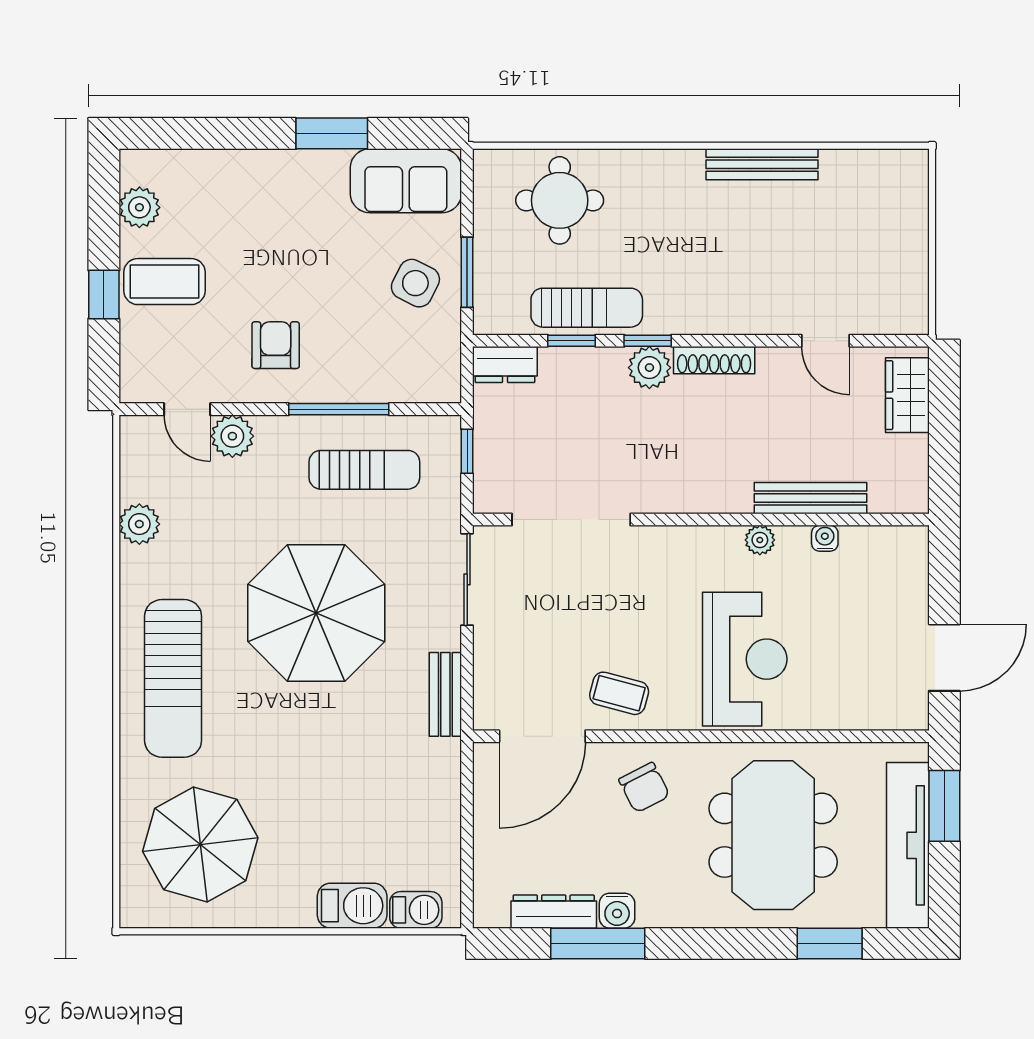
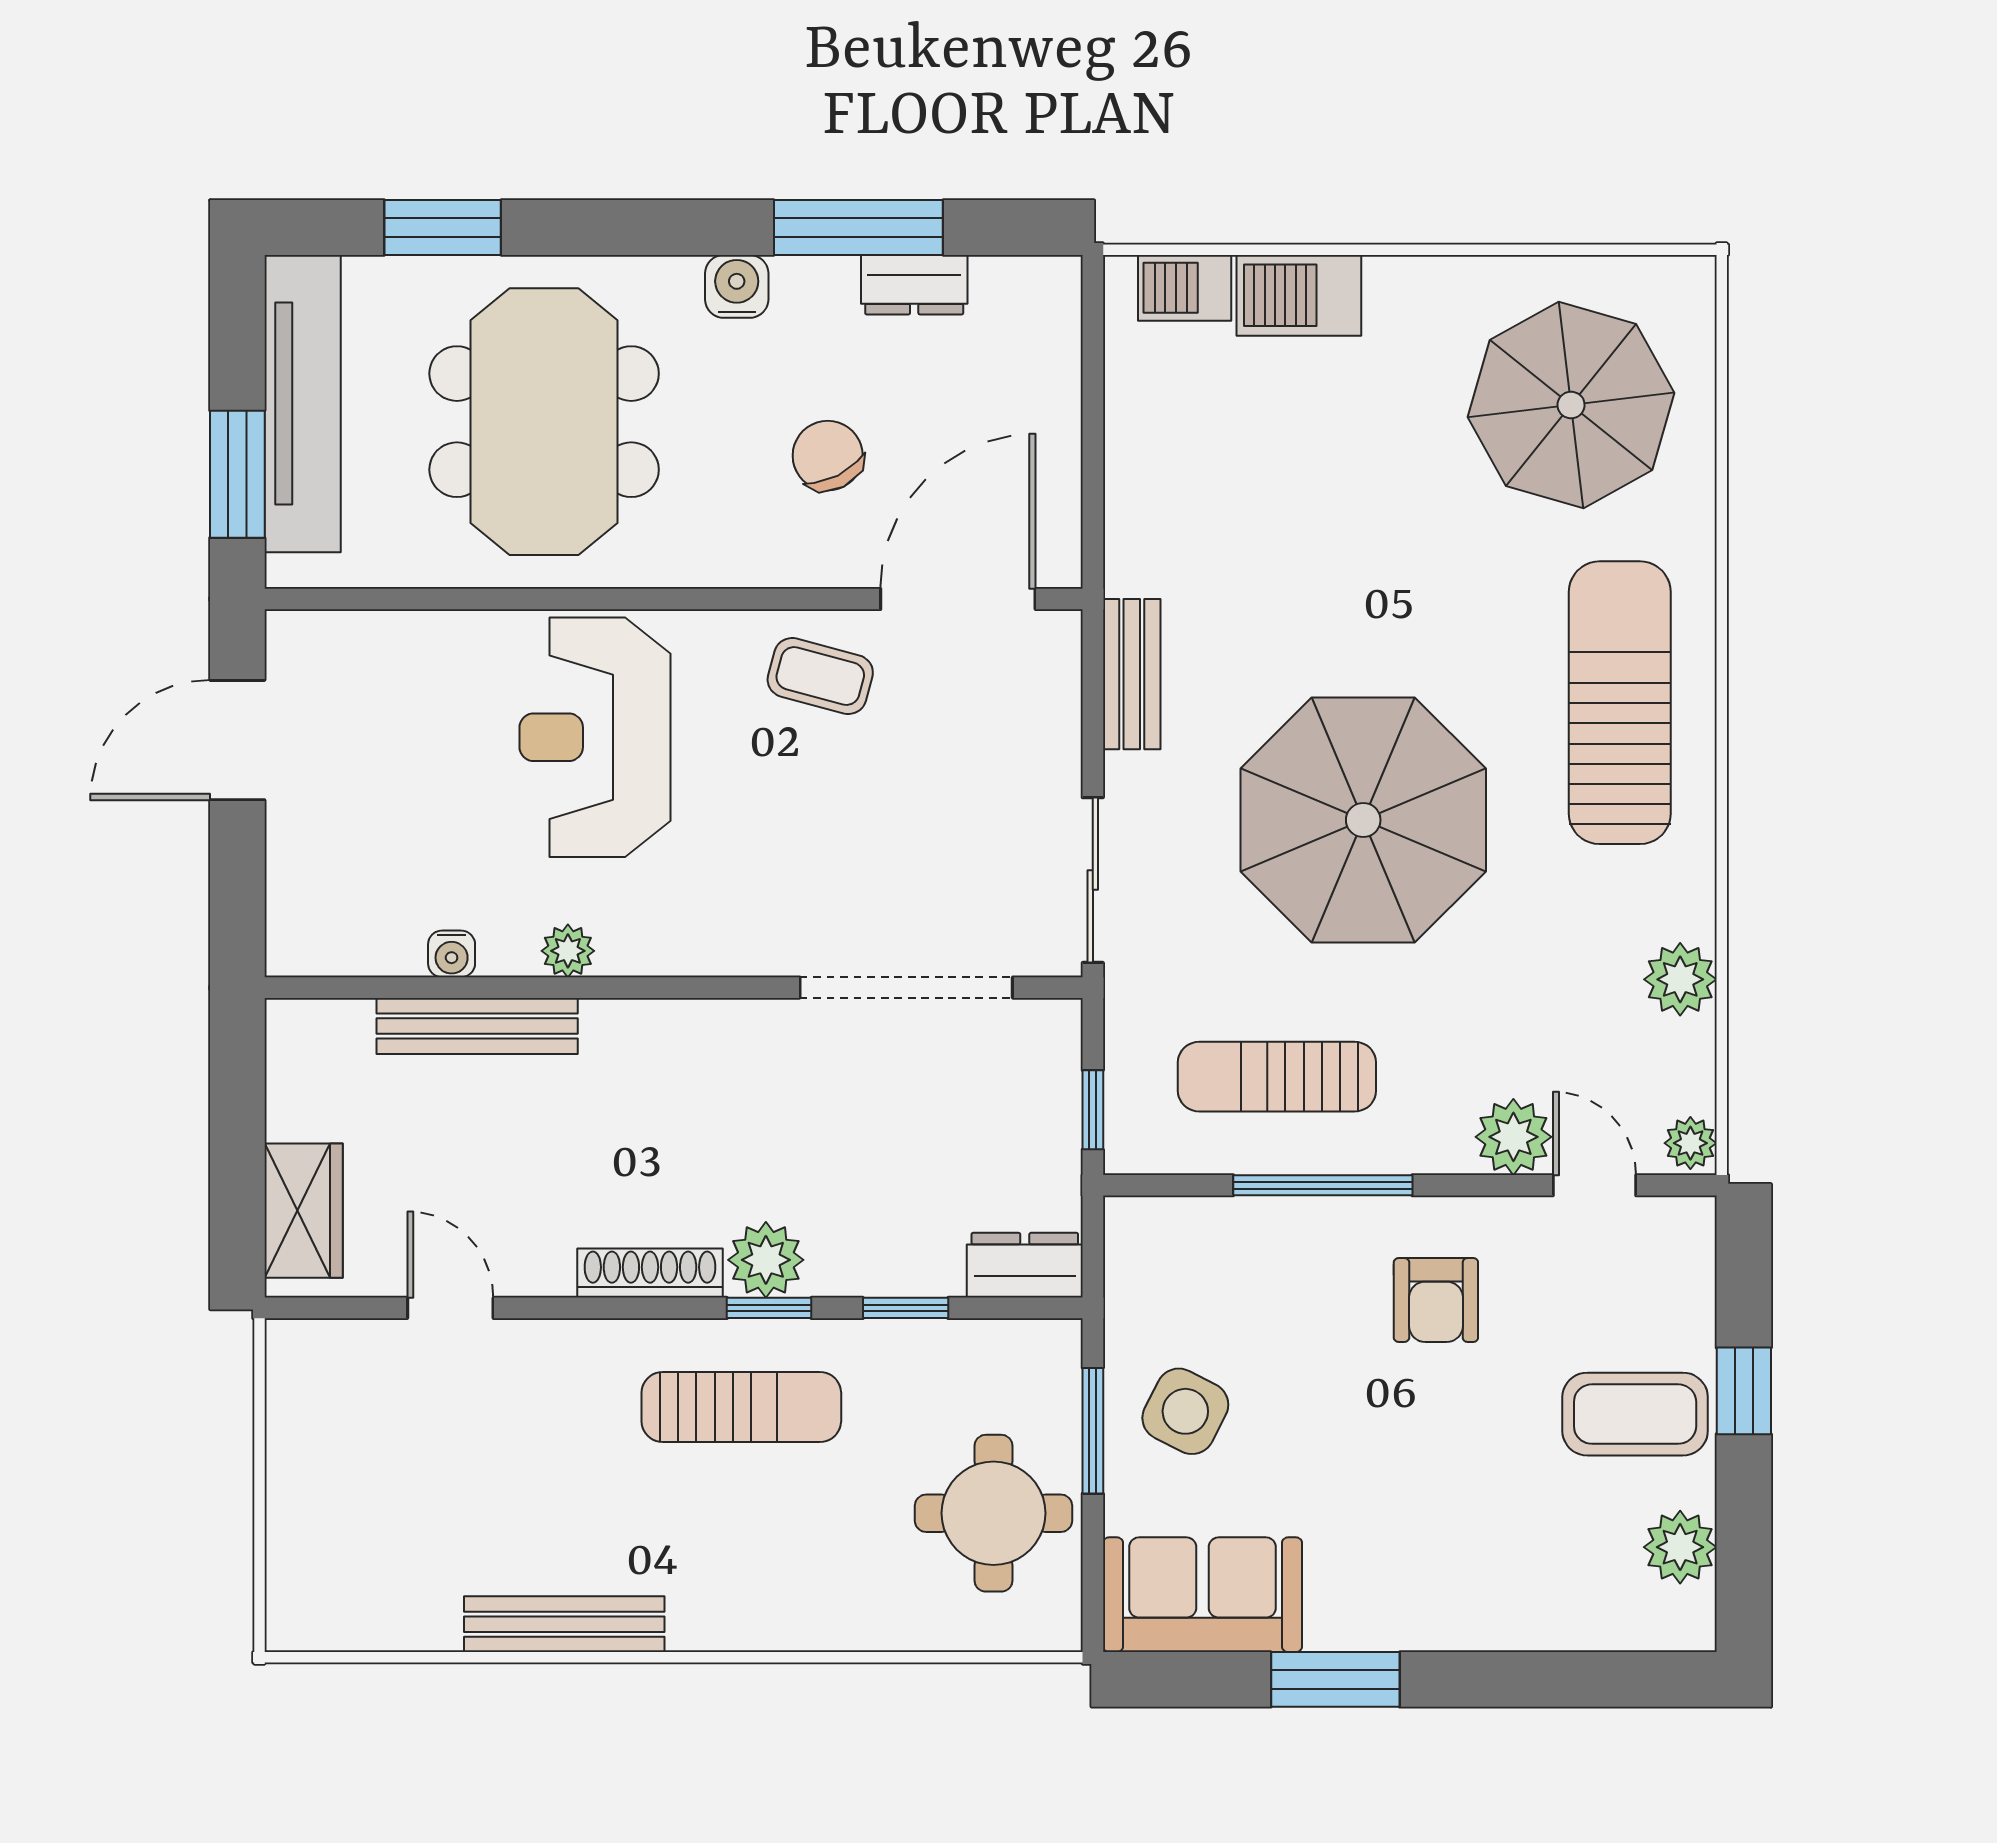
round table: (560, 200) -> (993, 1513), moved
sun lounger: (587, 308) -> (741, 1407), moved, turned 180
plant: (134, 433) -> (1690, 1143), added
chair: (644, 788) -> (828, 456), moved
water cooler: (617, 911) -> (737, 286), moved
dresser: (554, 912) -> (914, 285), width x0.70

